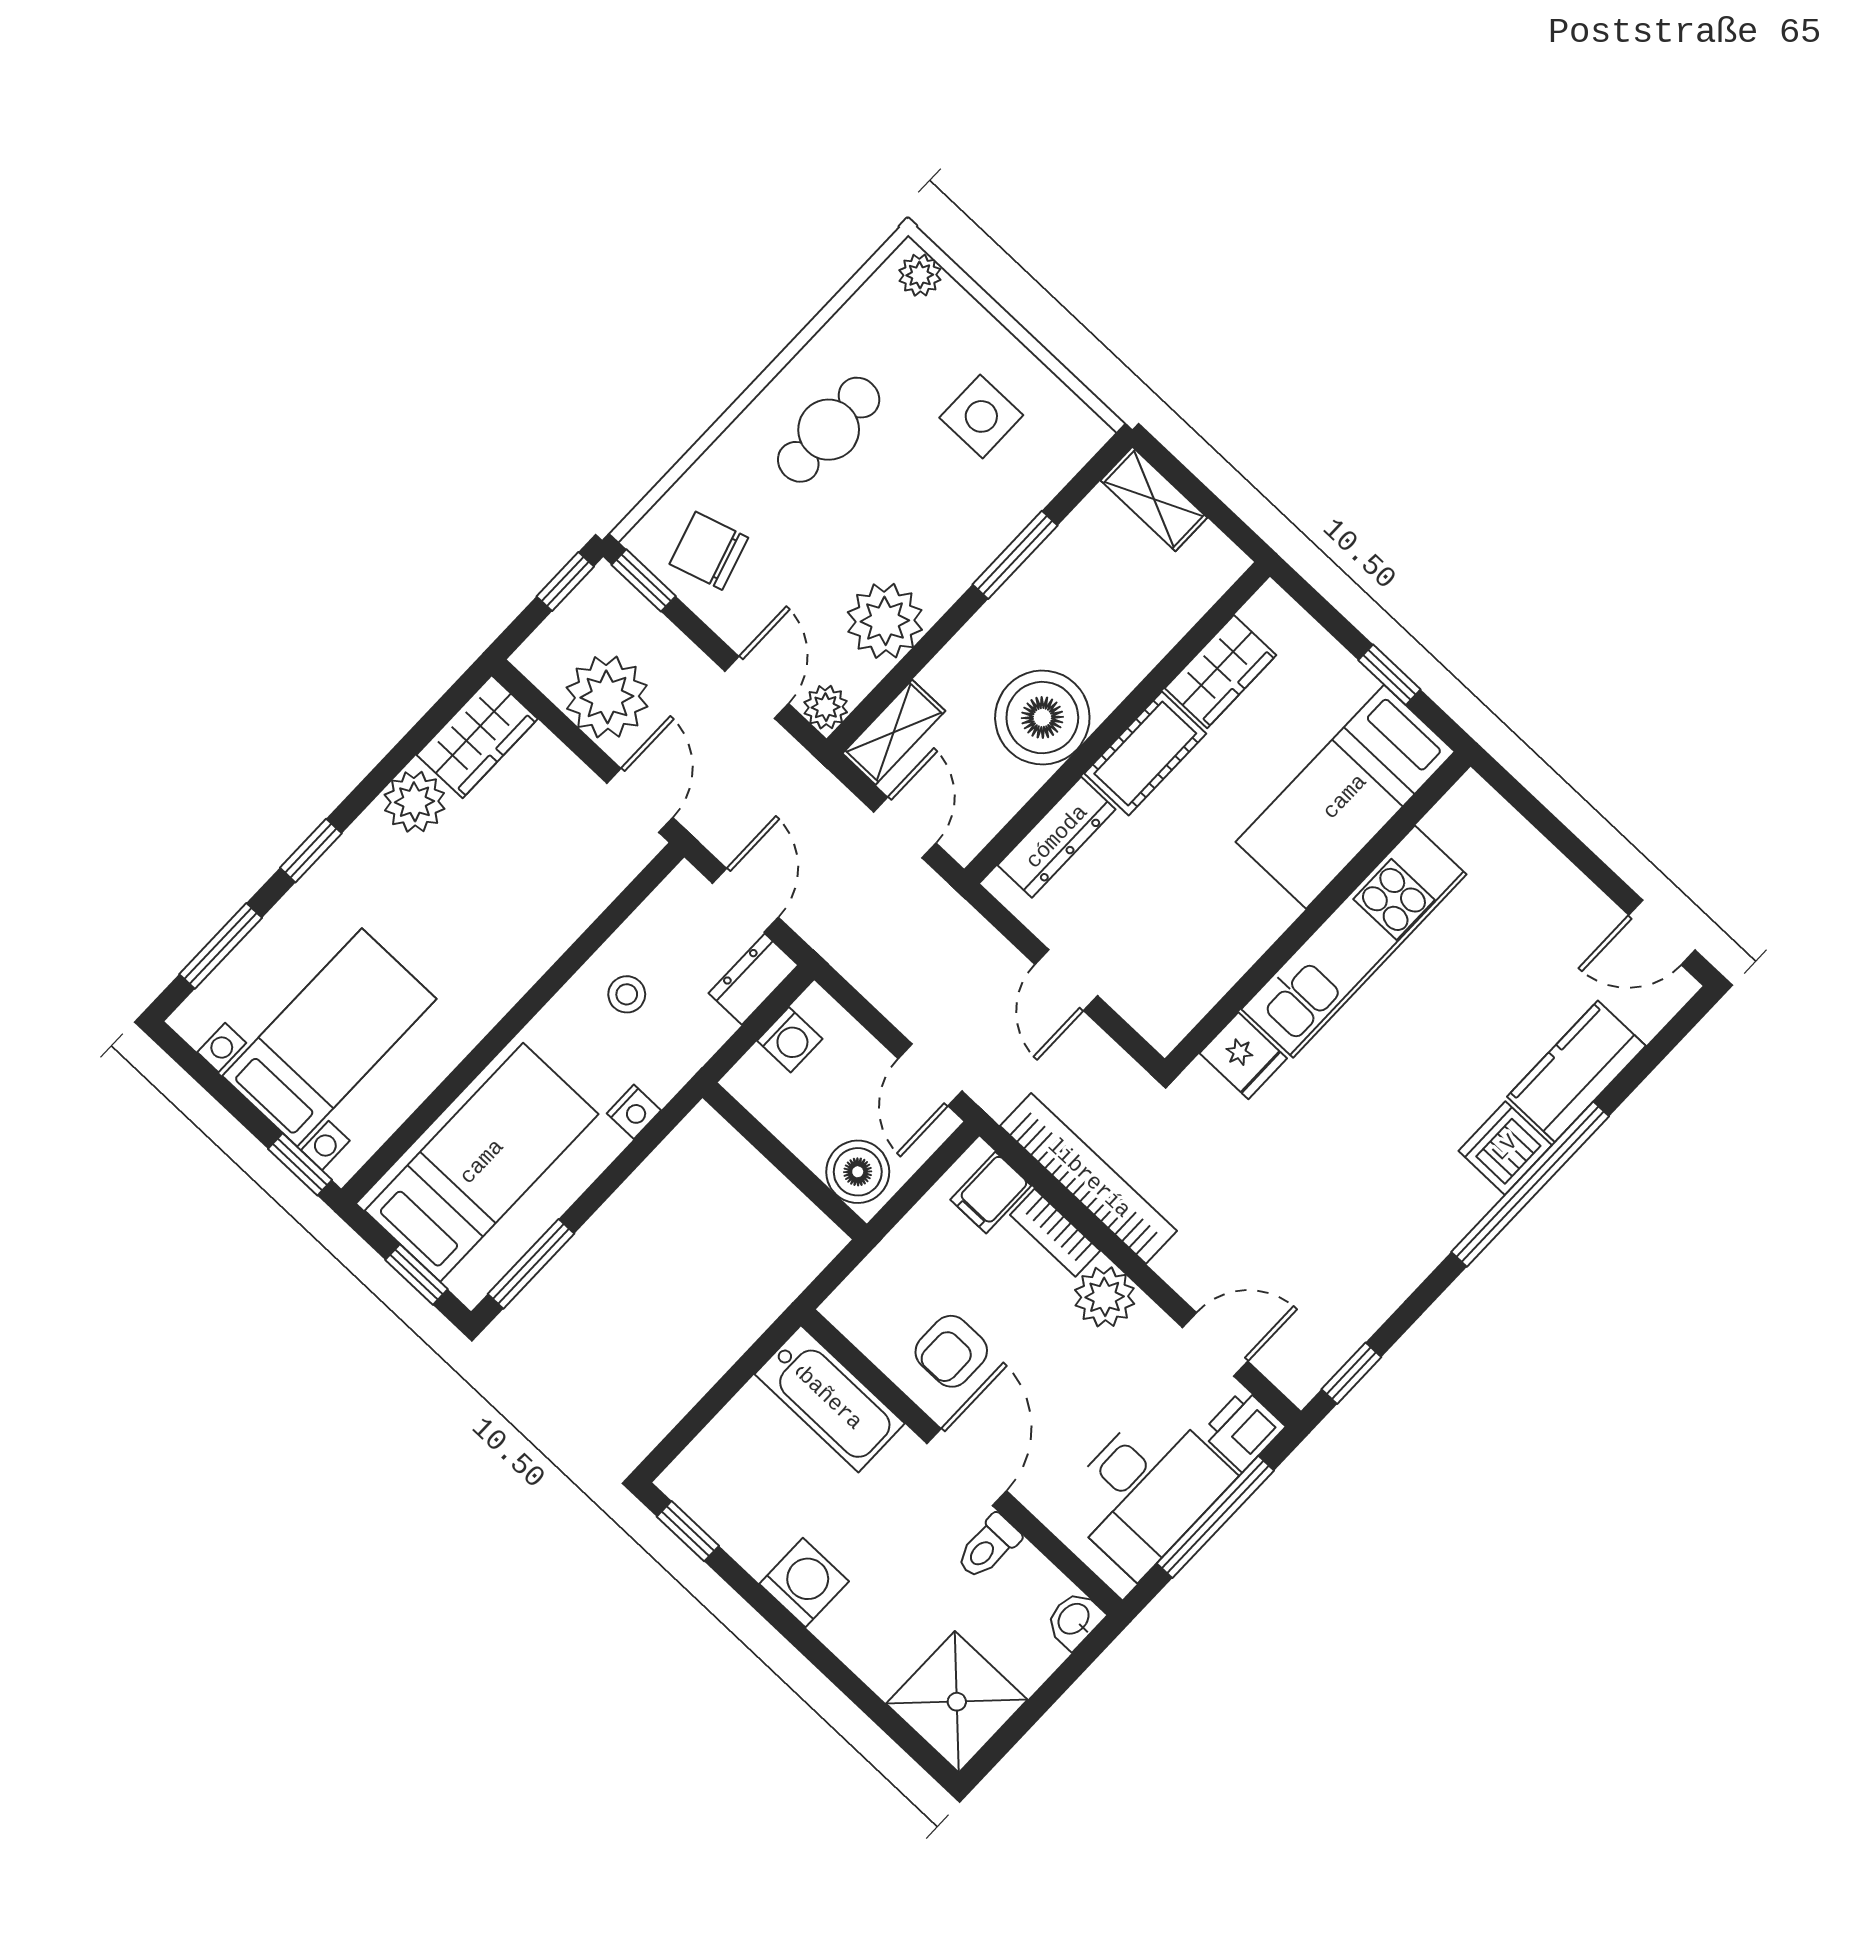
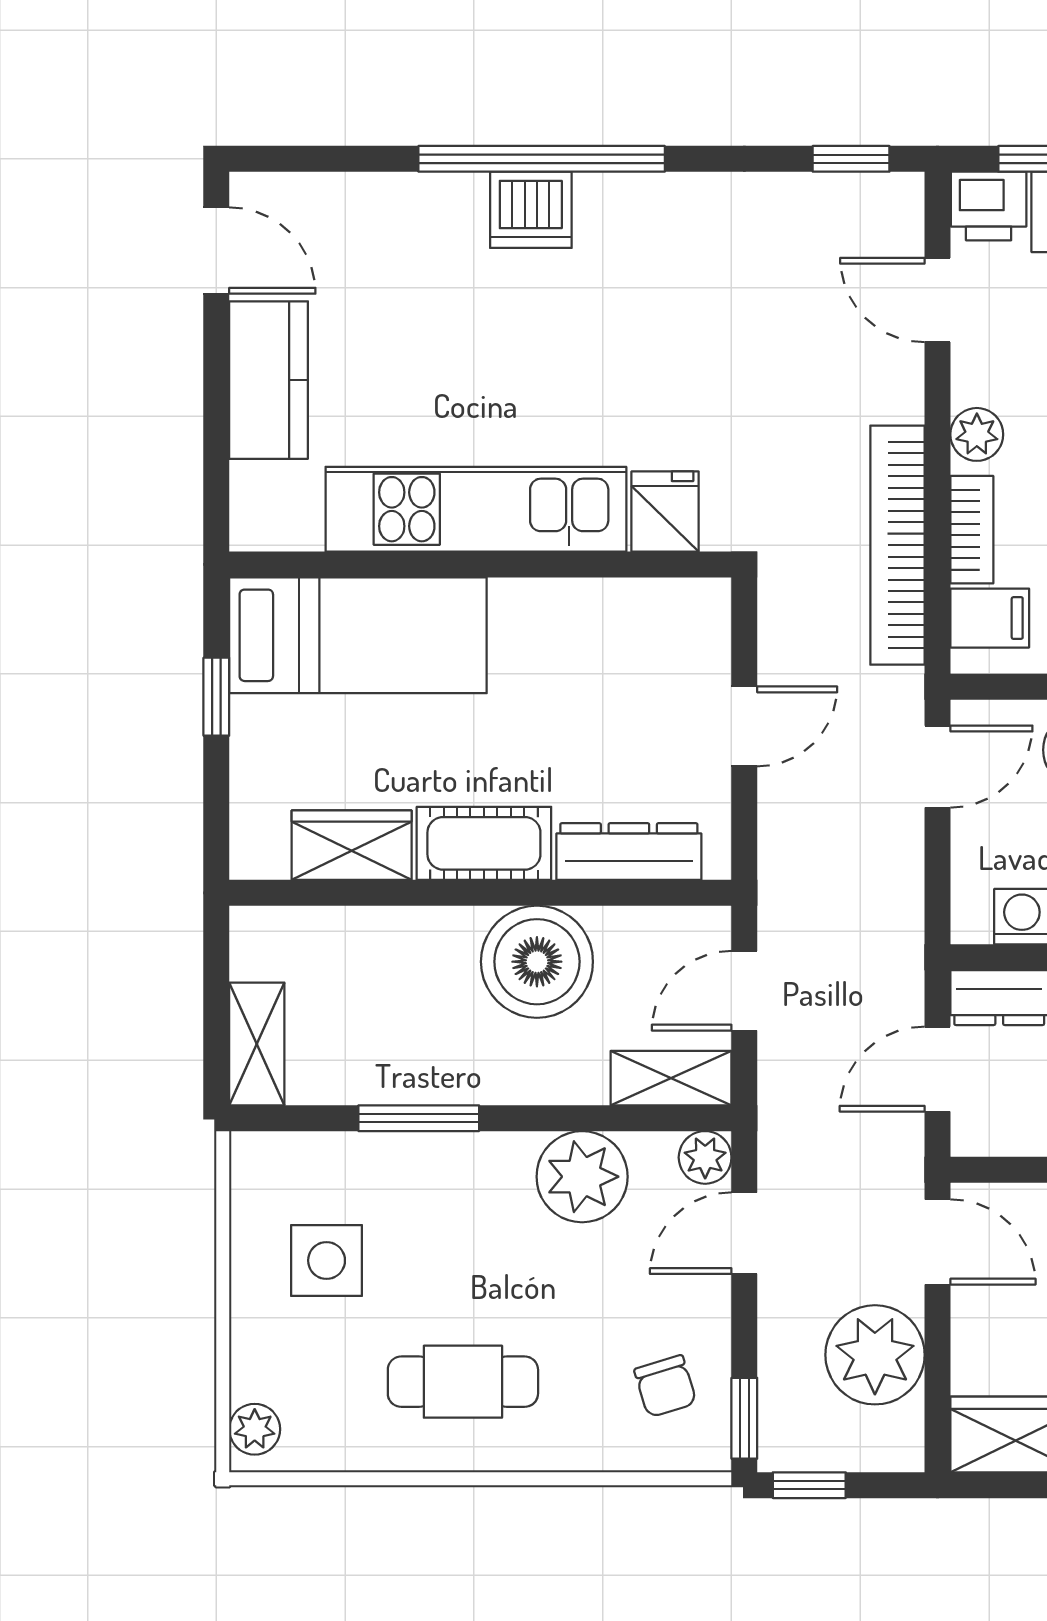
chair: (709, 551) -> (665, 1386), width x0.73, depth x0.73
door: (640, 800) -> (938, 1242), swing flipped
kitchen counter: (1576, 1071) -> (269, 380), moved, turned -90
plant: (1105, 1297) -> (977, 434), width x0.73, depth x0.73

